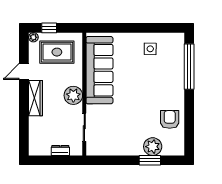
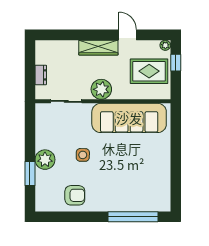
side table: (150, 49) -> (83, 155), moved
rug: (57, 52) -> (149, 71), turned 90
plant: (153, 147) -> (45, 160), moved

